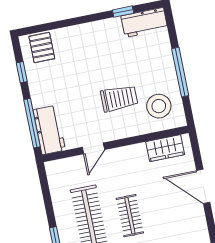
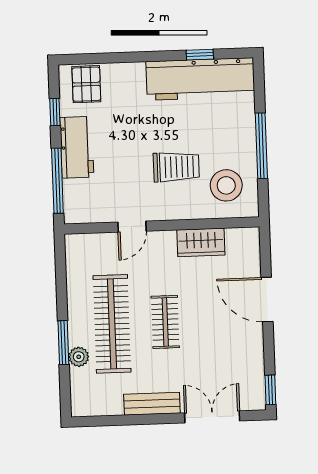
workbench: (144, 22) -> (200, 79), width x1.88, depth x1.32
workbench: (49, 130) -> (77, 147), moved
wardrobe: (165, 148) -> (201, 242), moved

